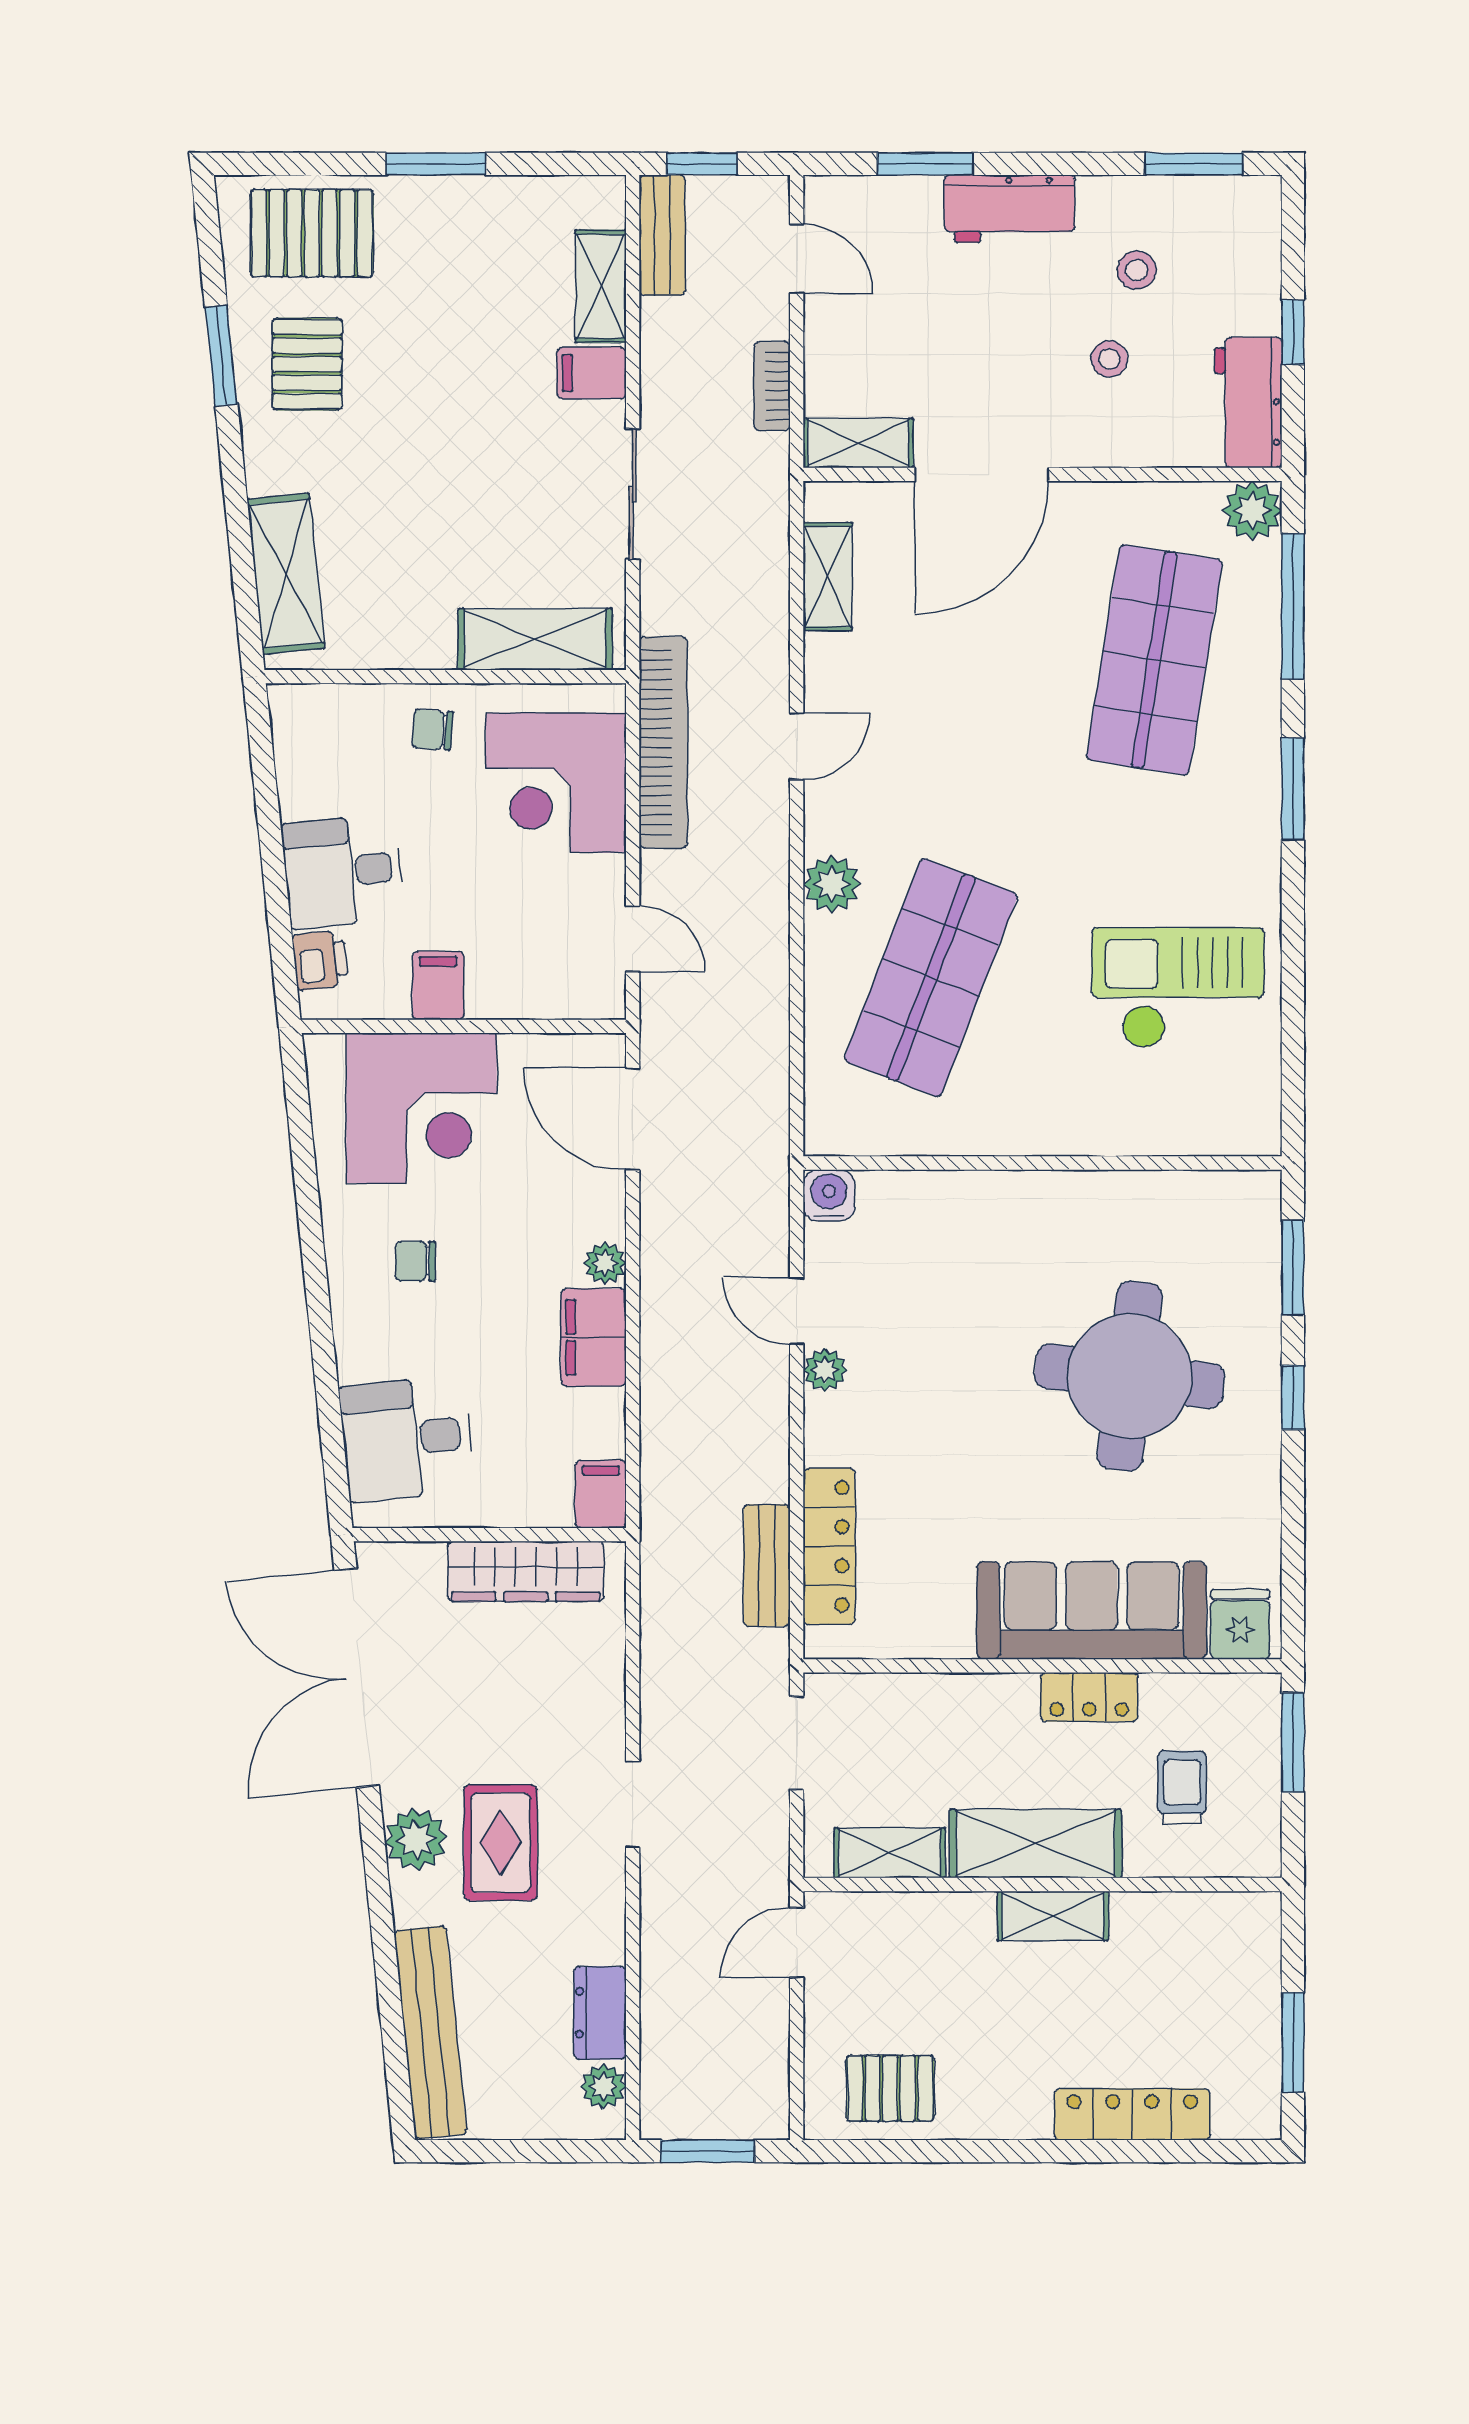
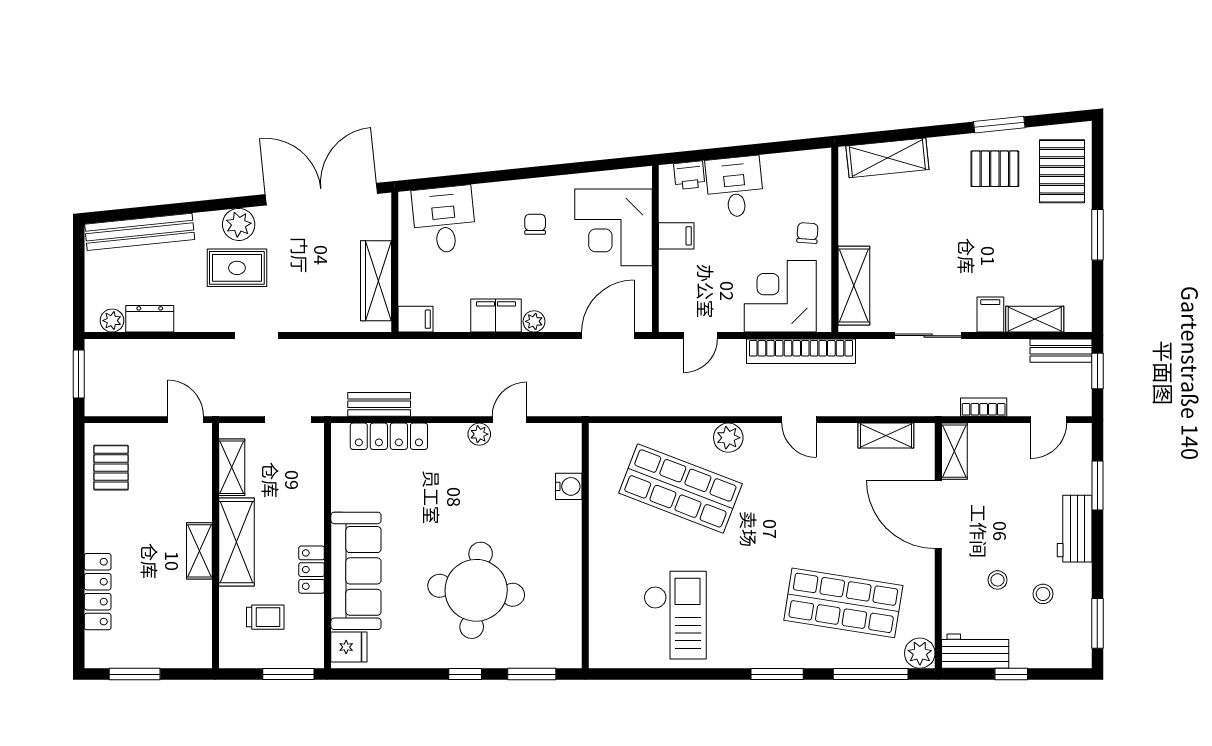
water cooler: (829, 1195) -> (569, 486), moved

